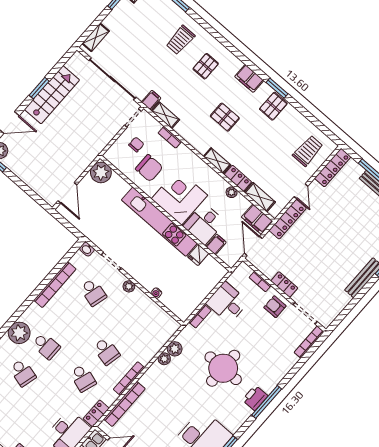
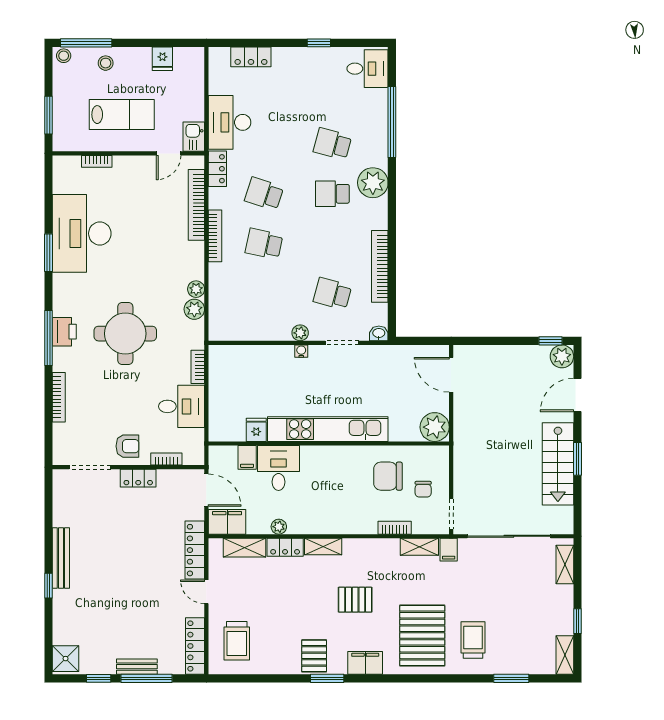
pallet: (206, 66) -> (422, 636), width x2.05, depth x2.00
corner desk: (180, 197) -> (329, 474), removed
water cooler: (156, 293) -> (301, 351), moved
bookcase: (309, 342) -> (59, 397), moved

